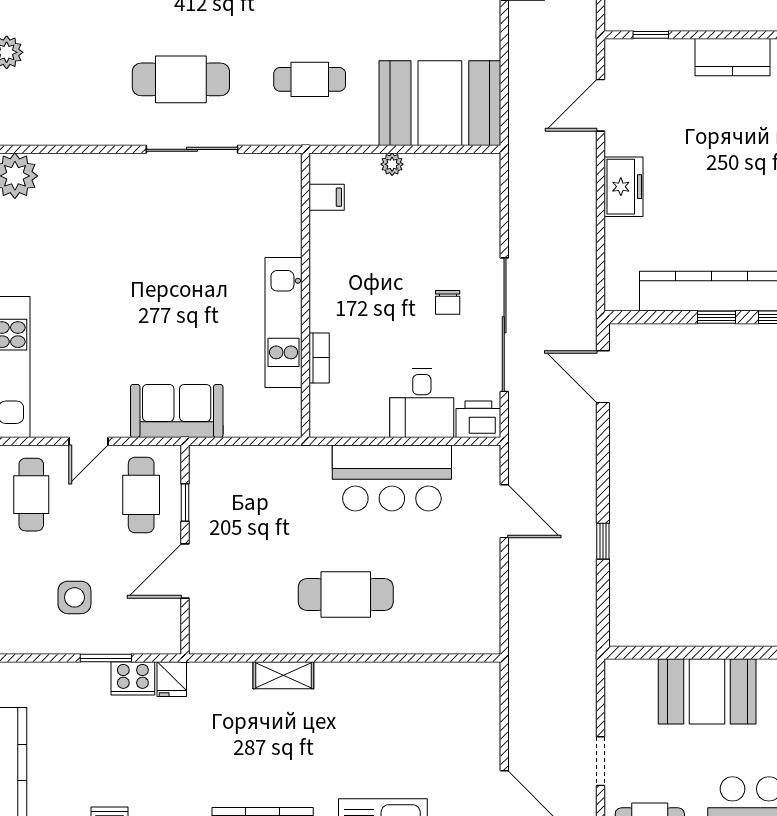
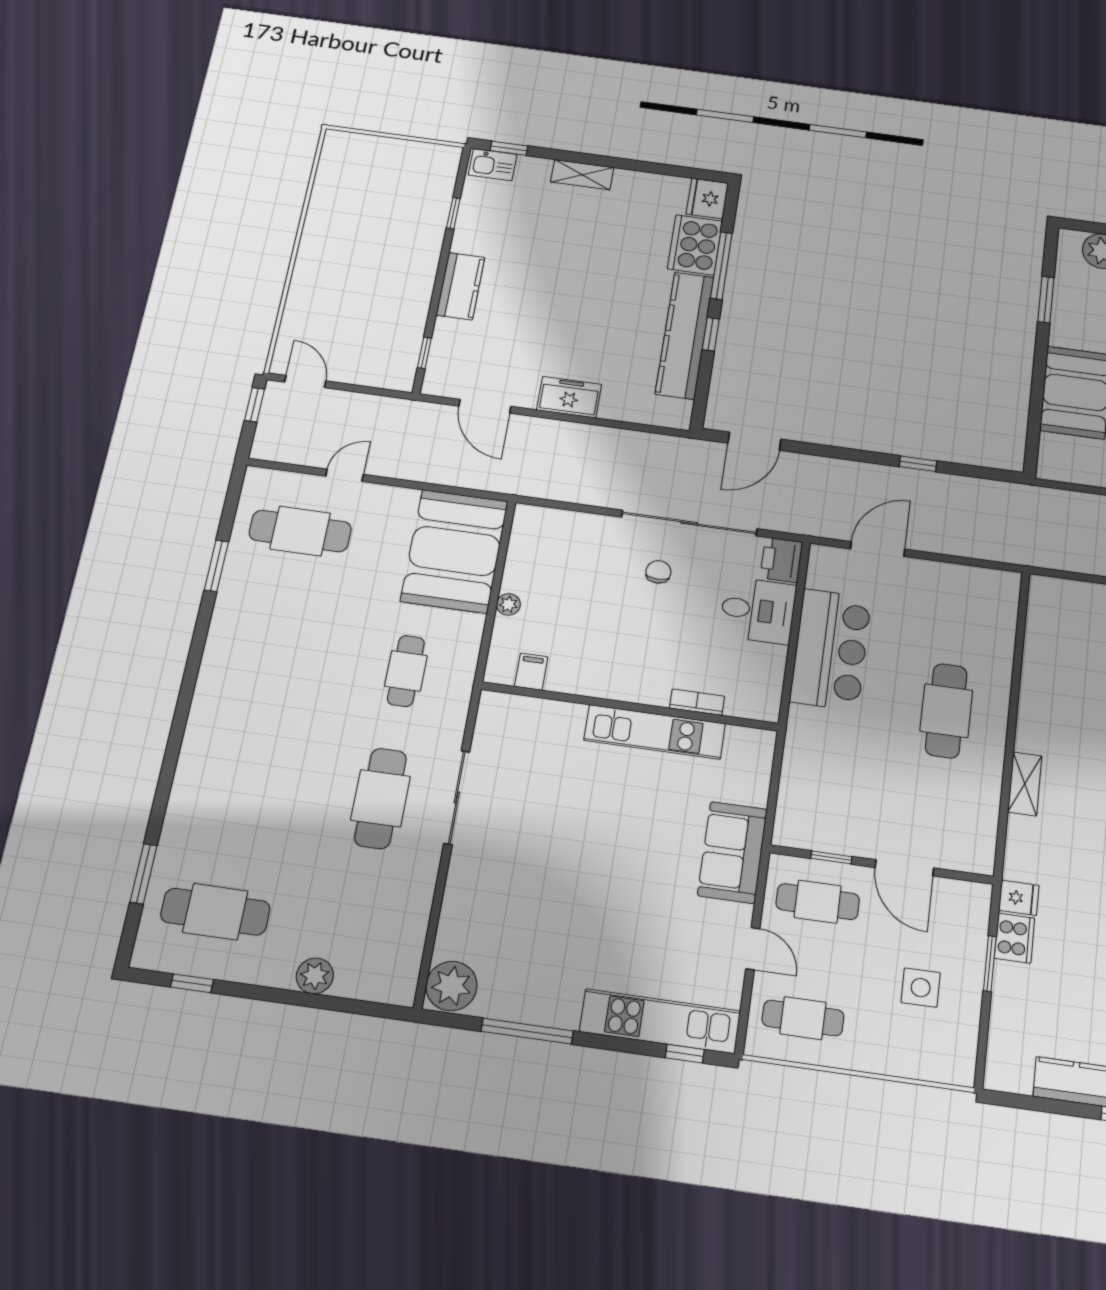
chair: (448, 302) -> (658, 572), turned -90

